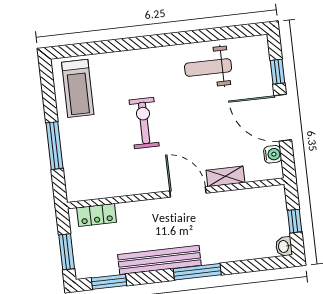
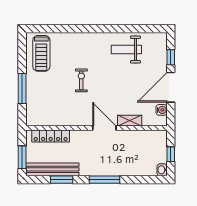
door: (283, 118) -> (171, 87), hinge flipped
exercise bike: (144, 123) -> (81, 80), width x0.73, depth x0.72
locker: (97, 215) -> (51, 136), width x1.53
bench: (159, 260) -> (52, 169), moved
window: (109, 282) -> (62, 180), moved

